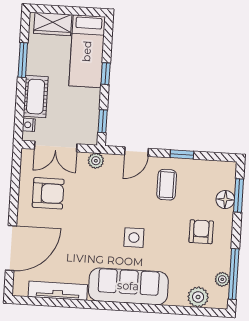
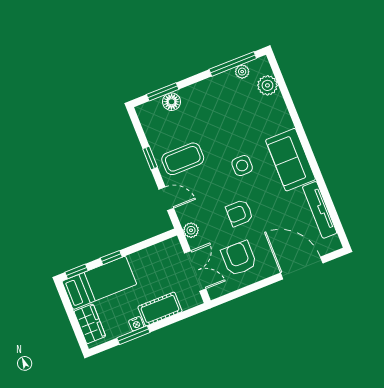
window: (103, 121) -> (77, 271), moved
nightstand: (29, 125) -> (136, 324), moved
coffee table: (167, 185) -> (183, 159), width x1.36, depth x1.30
armchair: (201, 232) -> (239, 213), moved
sofa: (128, 286) -> (291, 160), width x0.73

